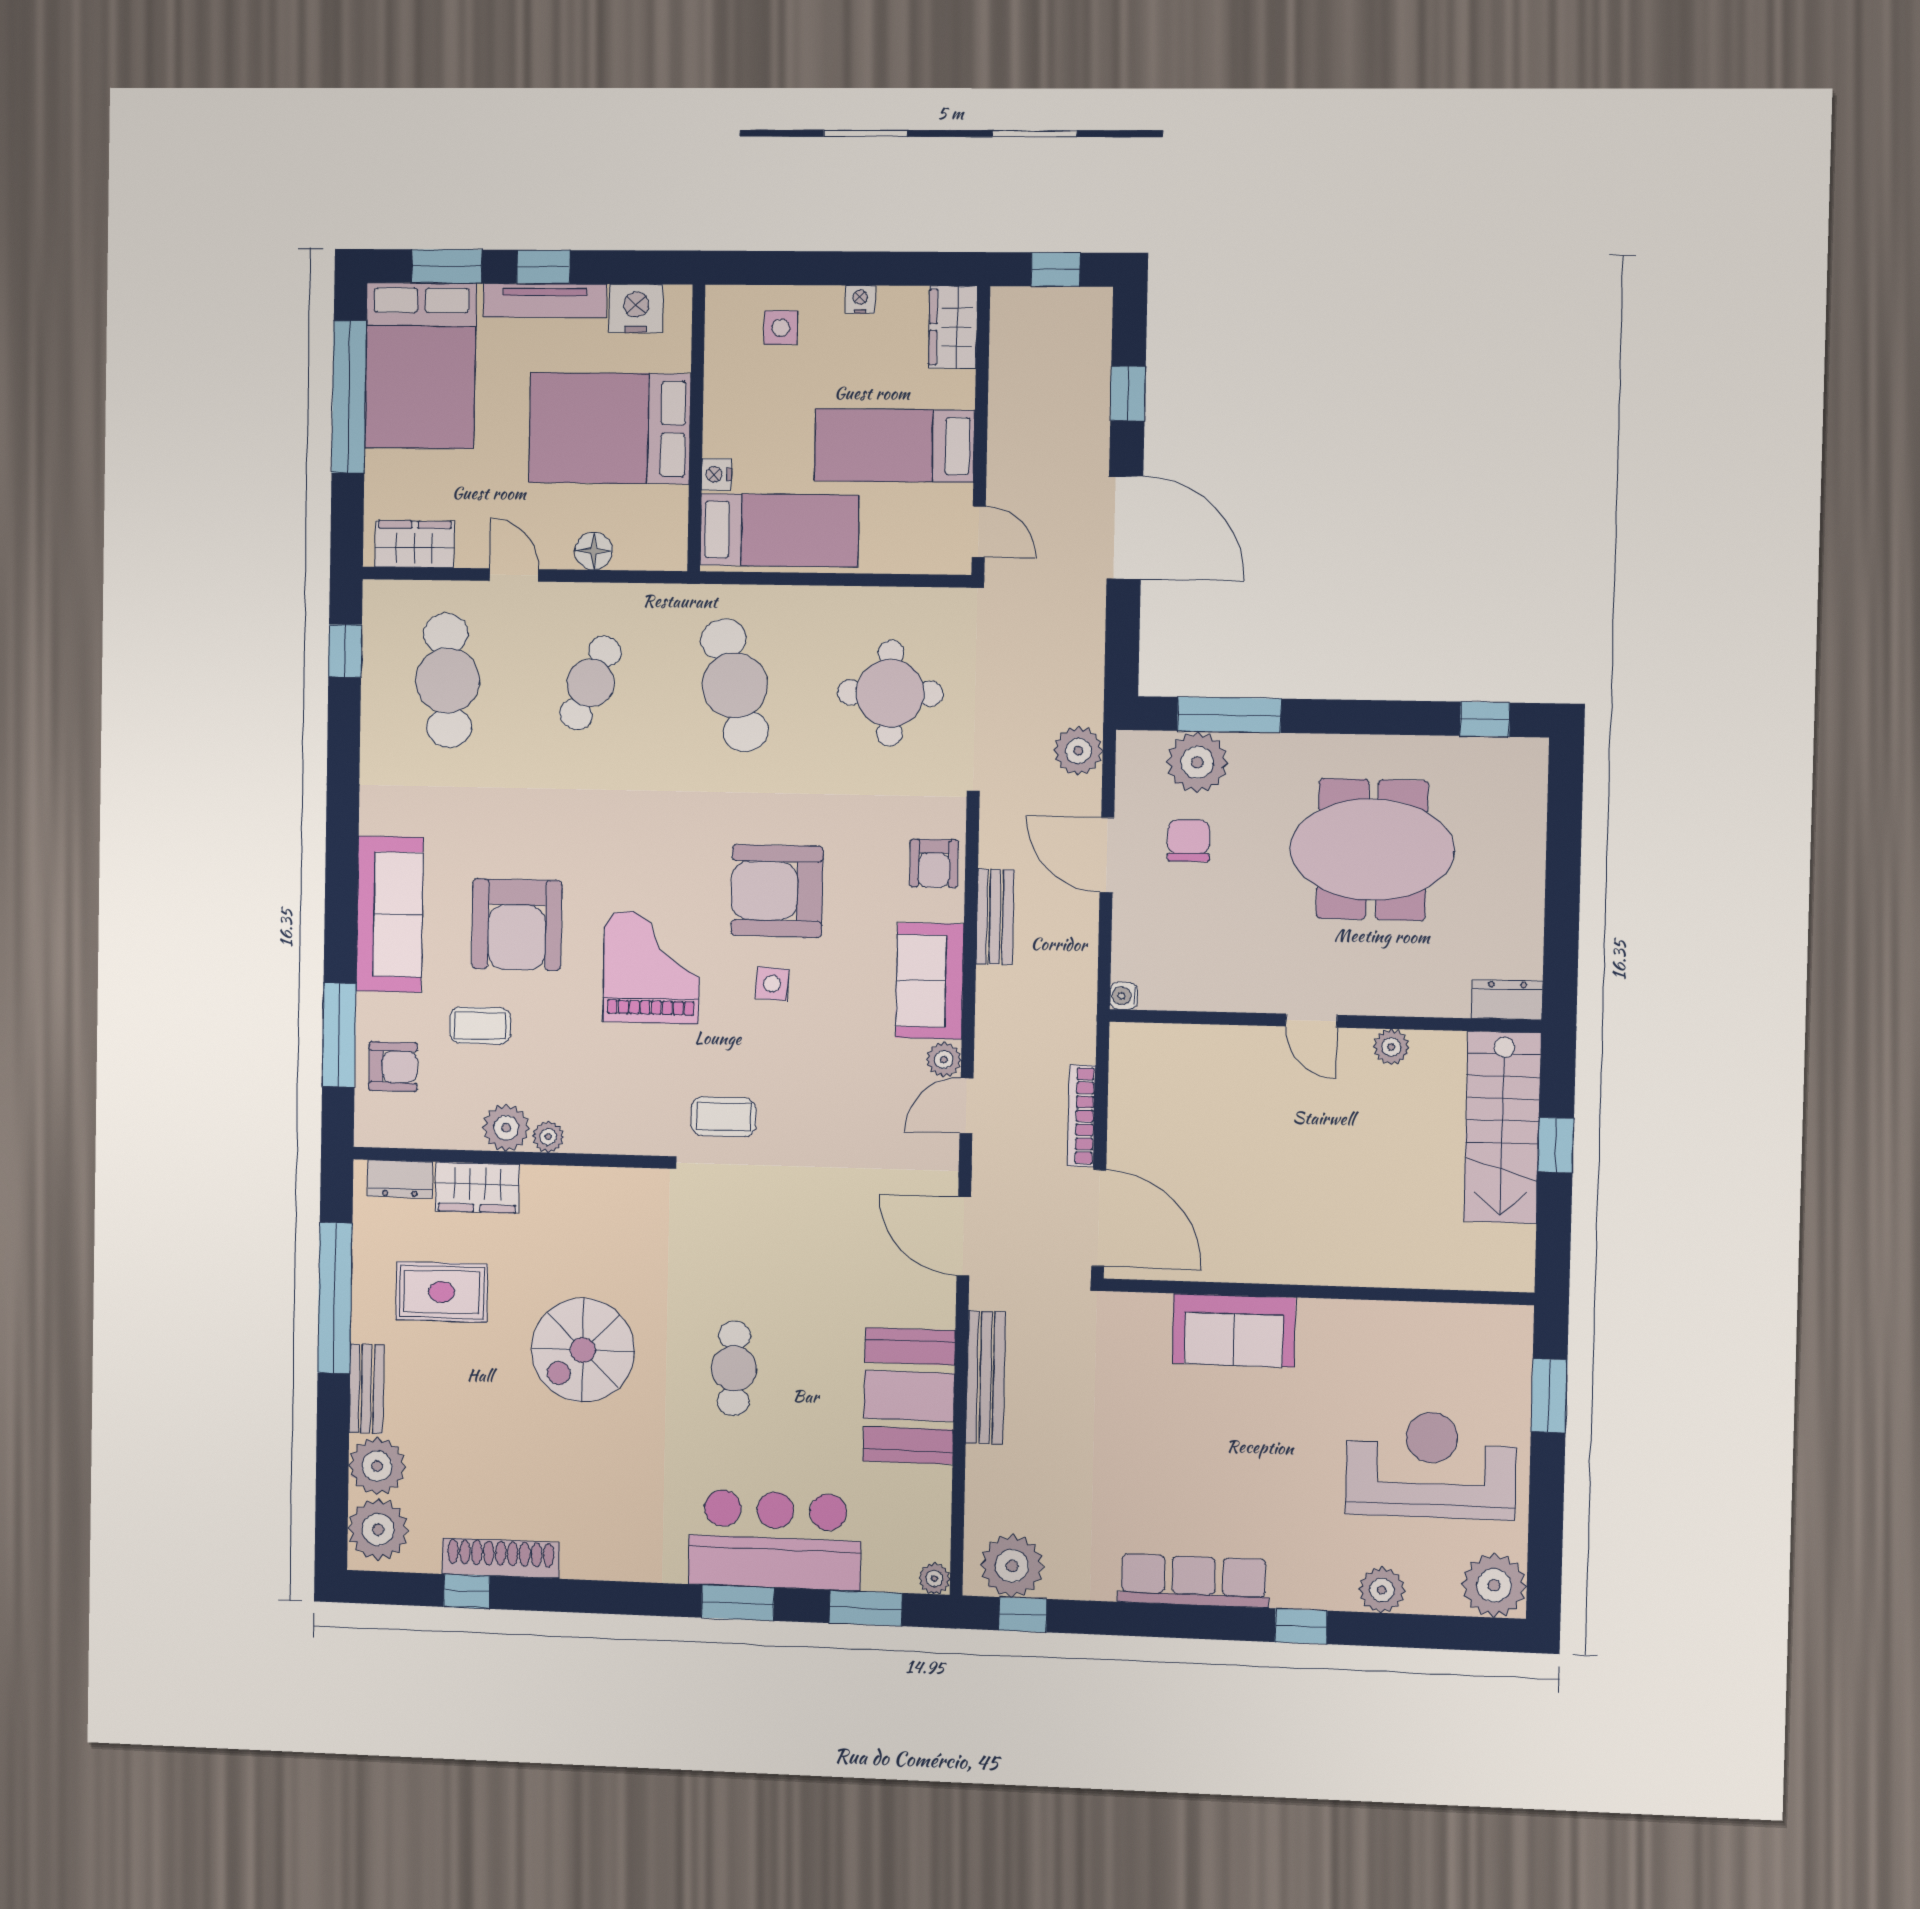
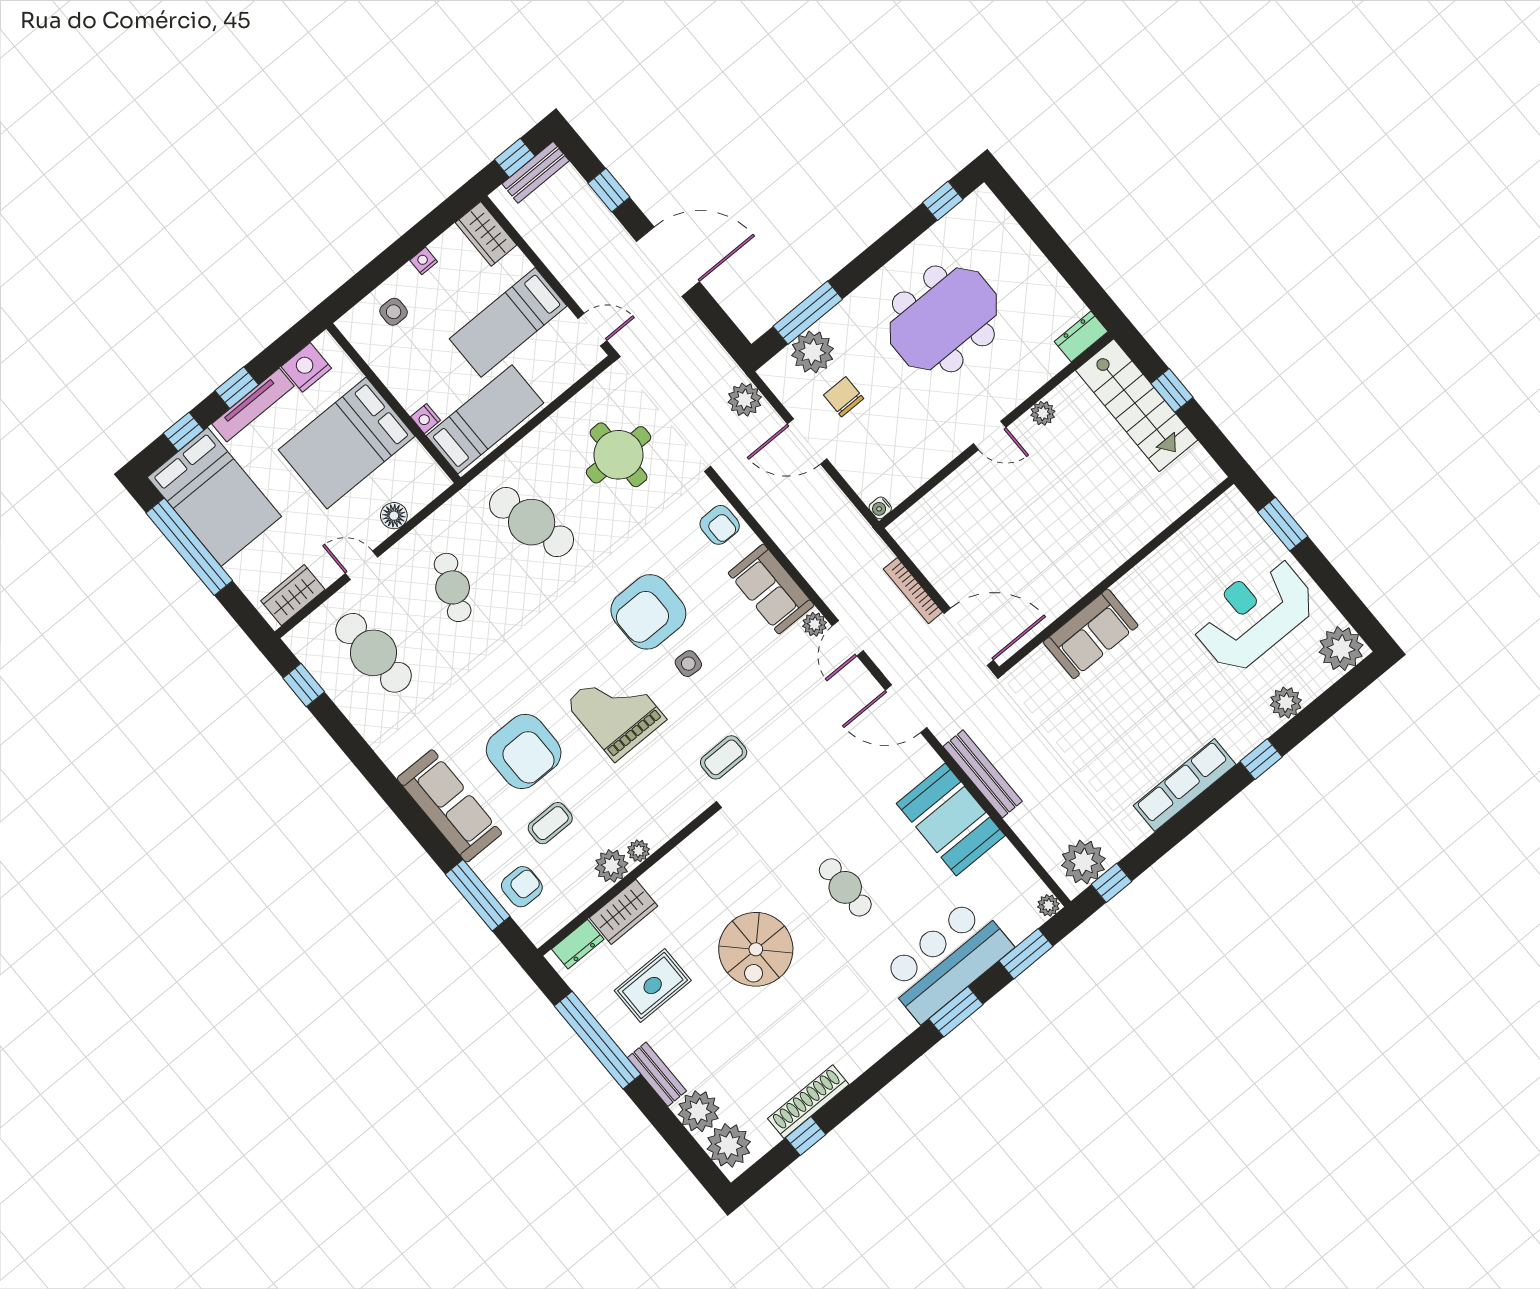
window: (447, 266) -> (184, 432), width x0.67
bench: (995, 917) -> (536, 172), moved, turned 90

